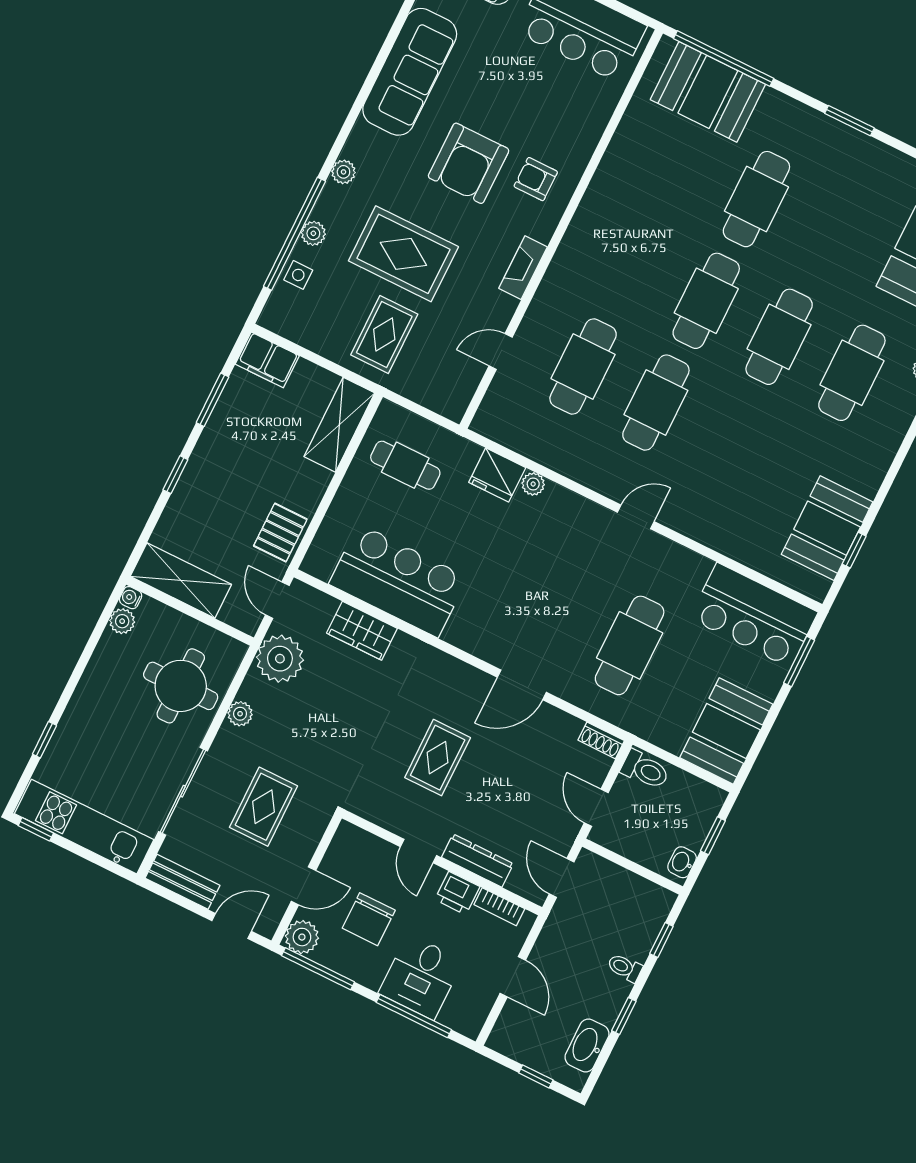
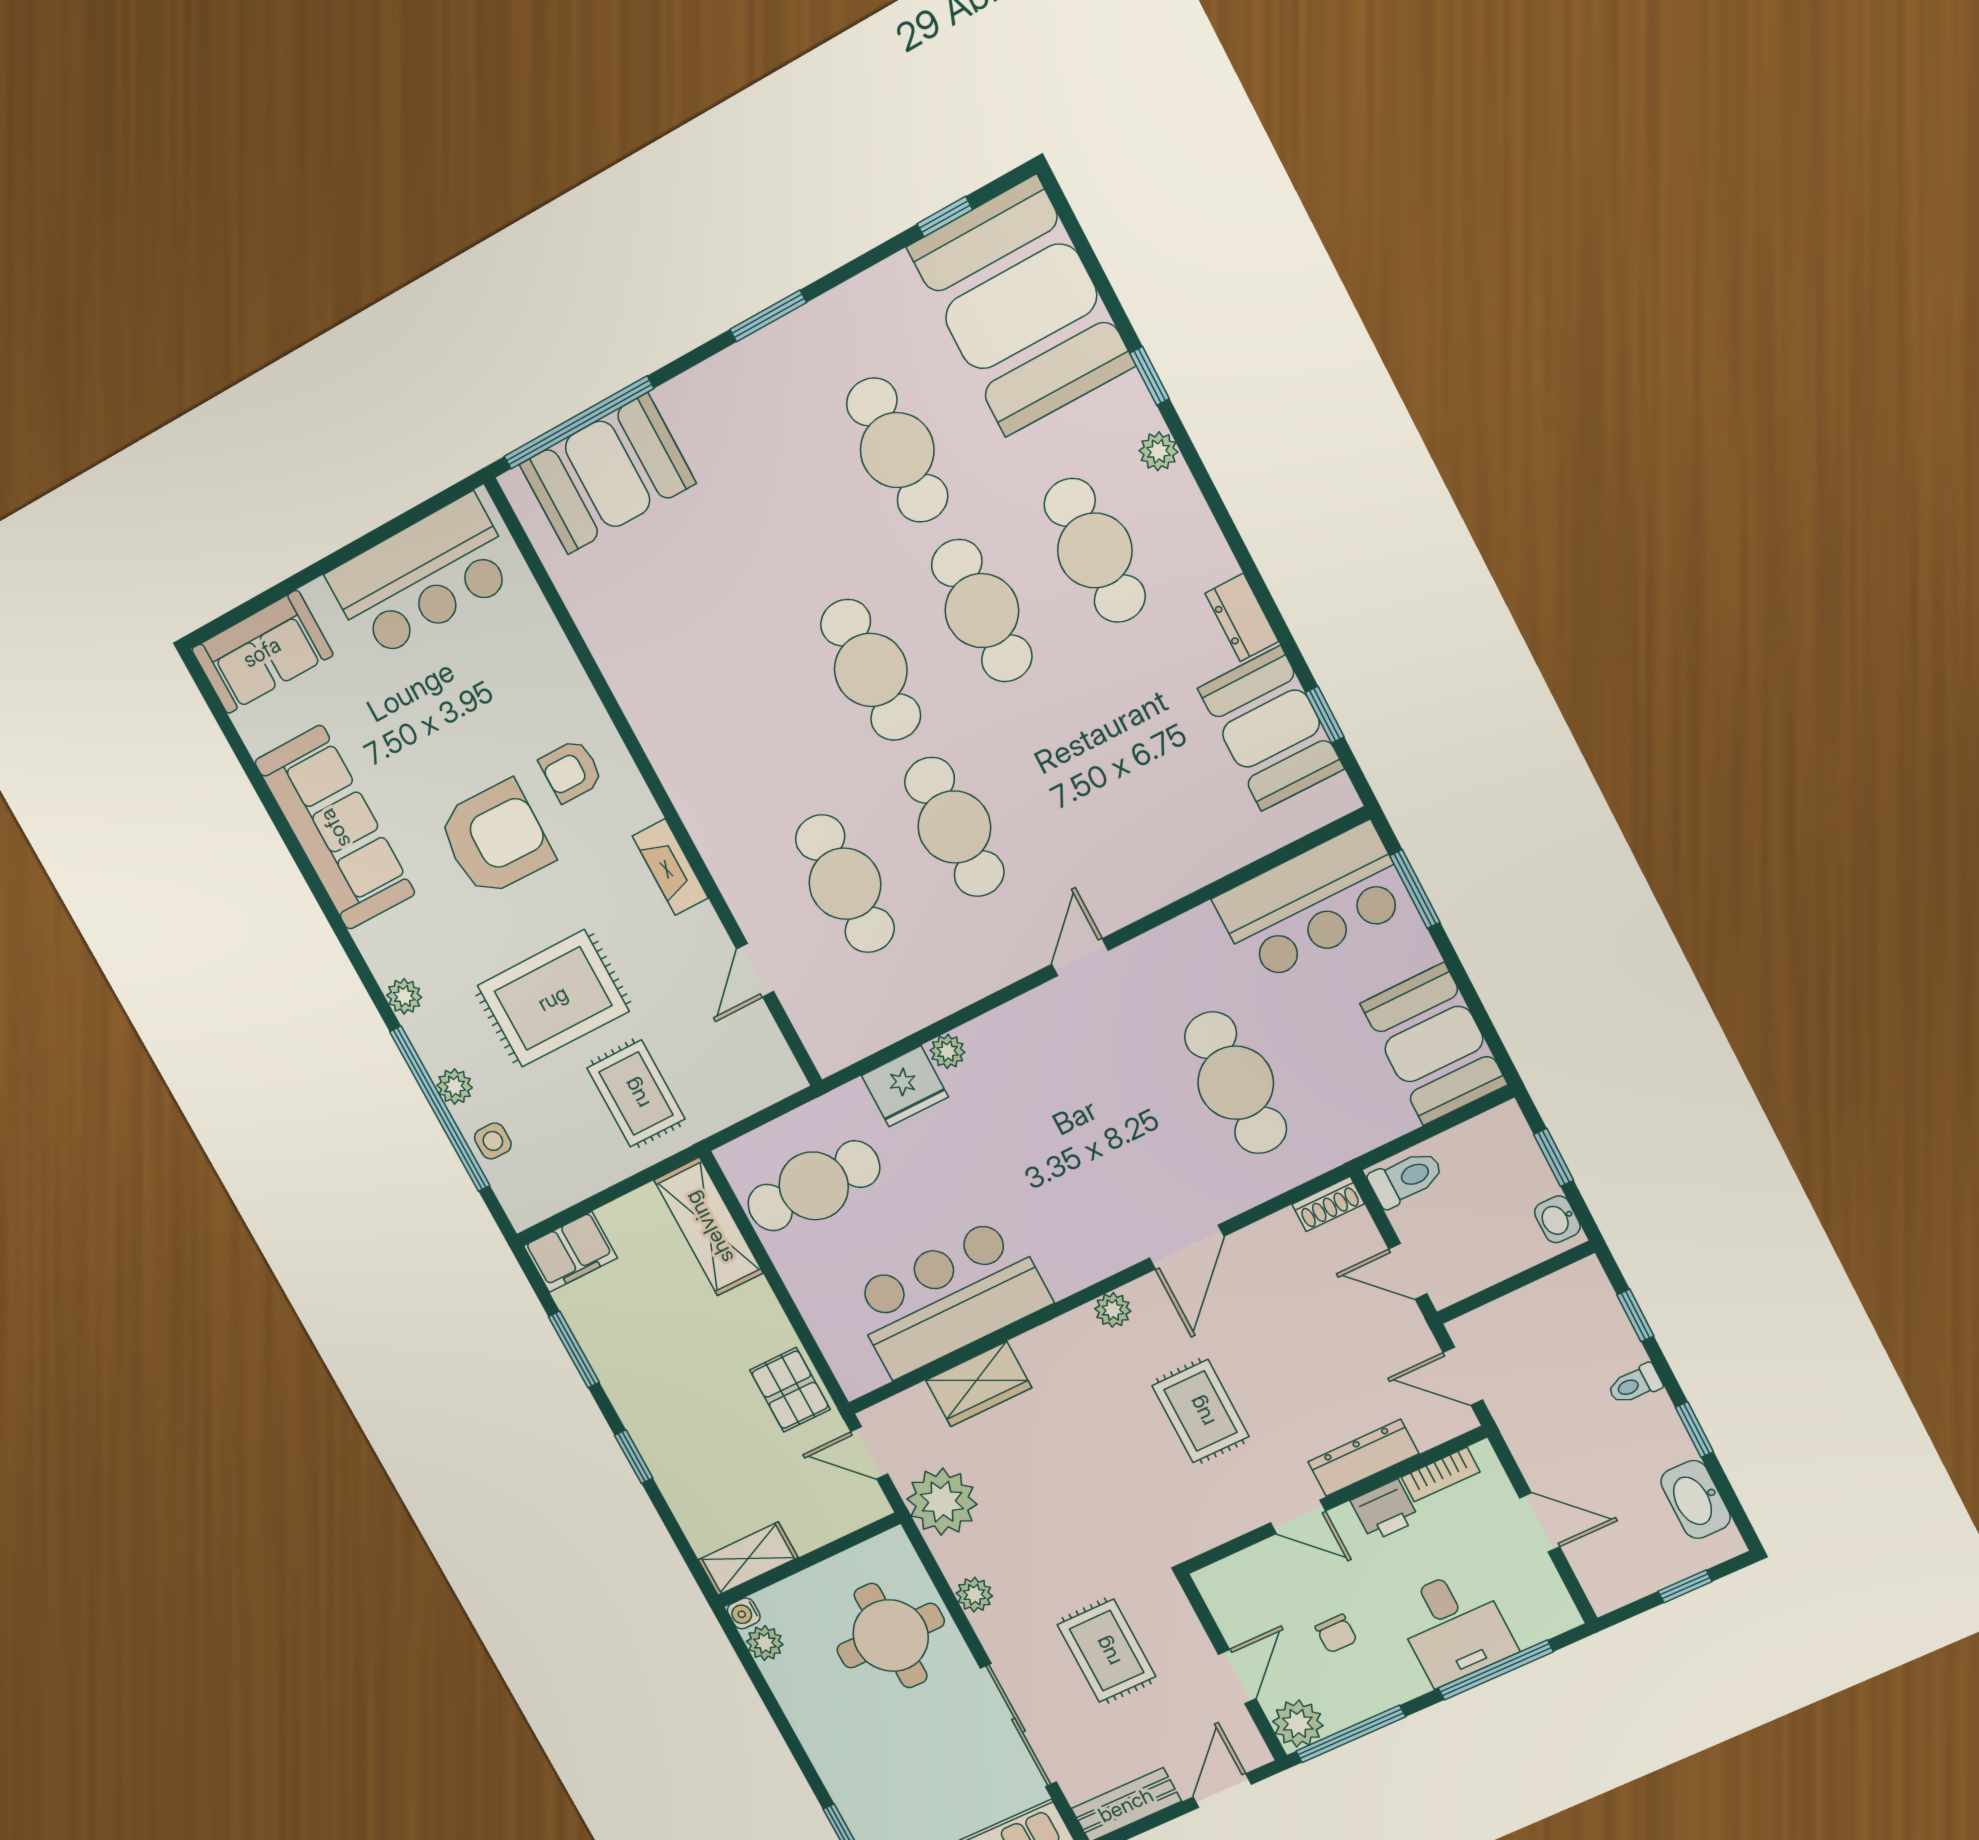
armchair: (469, 163) -> (495, 839), turned -89
cafe table: (756, 199) -> (897, 450), moved
cafe table: (405, 465) -> (814, 1186), width x1.37, depth x1.35
dresser: (873, 472) -> (1242, 617), added
shelving: (181, 580) -> (748, 1559), width x0.67, depth x0.75
plant: (458, 671) -> (1113, 1310), added
chair: (369, 919) -> (1336, 1634), width x0.54, depth x0.54

